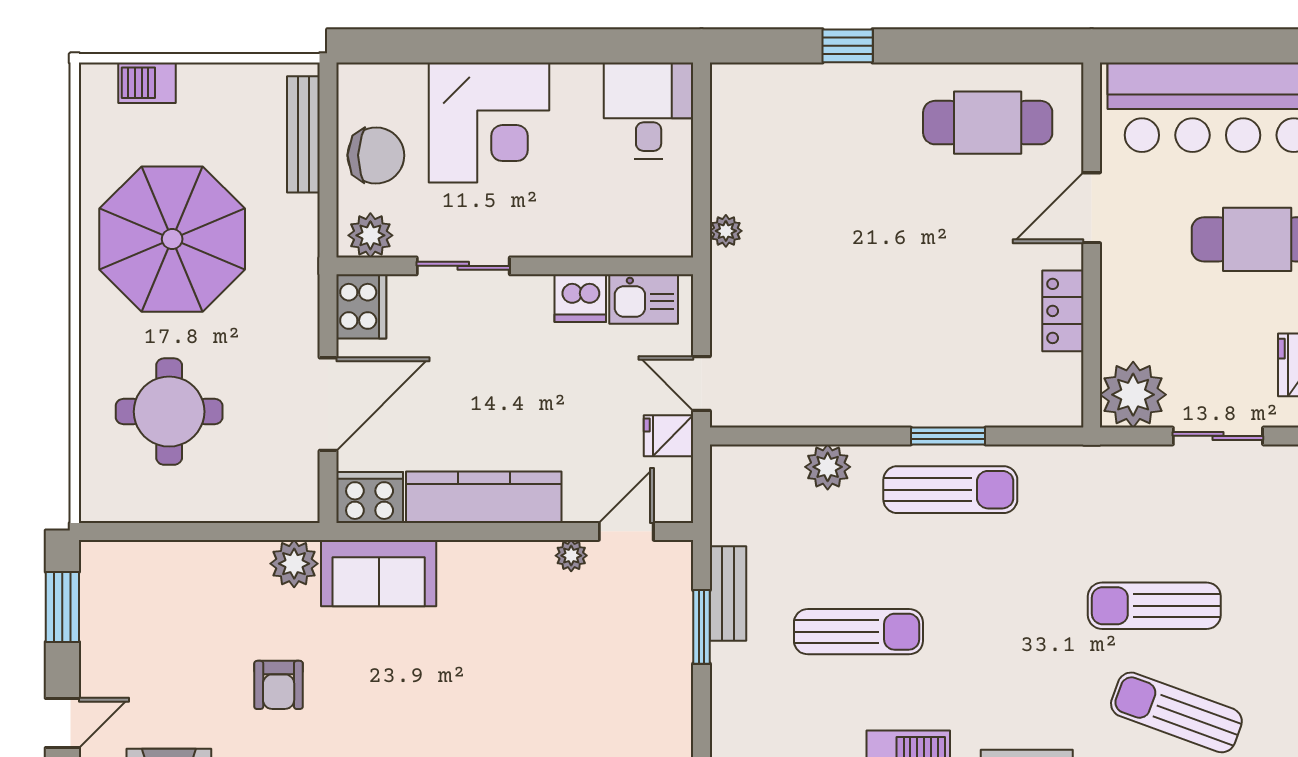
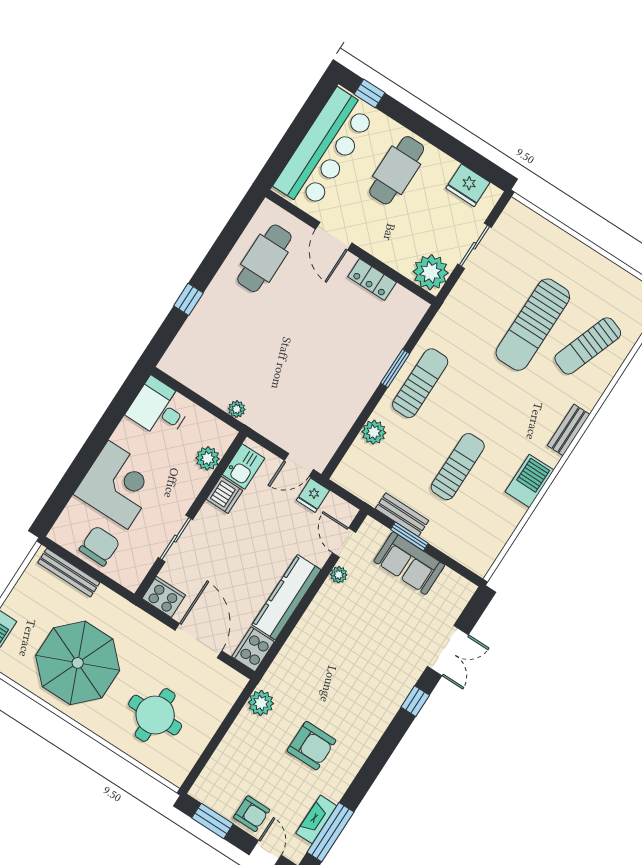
plant: (370, 235) -> (208, 458), moved
sofa: (379, 573) -> (409, 563), moved, turned 90
sun lounger: (1154, 606) -> (533, 325), width x1.36, depth x1.34
armchair: (113, 660) -> (252, 814), added
armchair: (279, 685) -> (311, 746), width x1.38, depth x1.38

